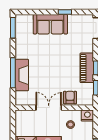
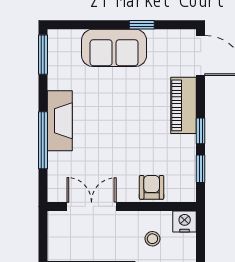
piano: (87, 68) -> (184, 105), moved
fireplace: (22, 75) -> (60, 121), moved
double door: (49, 108) -> (92, 206), moved

